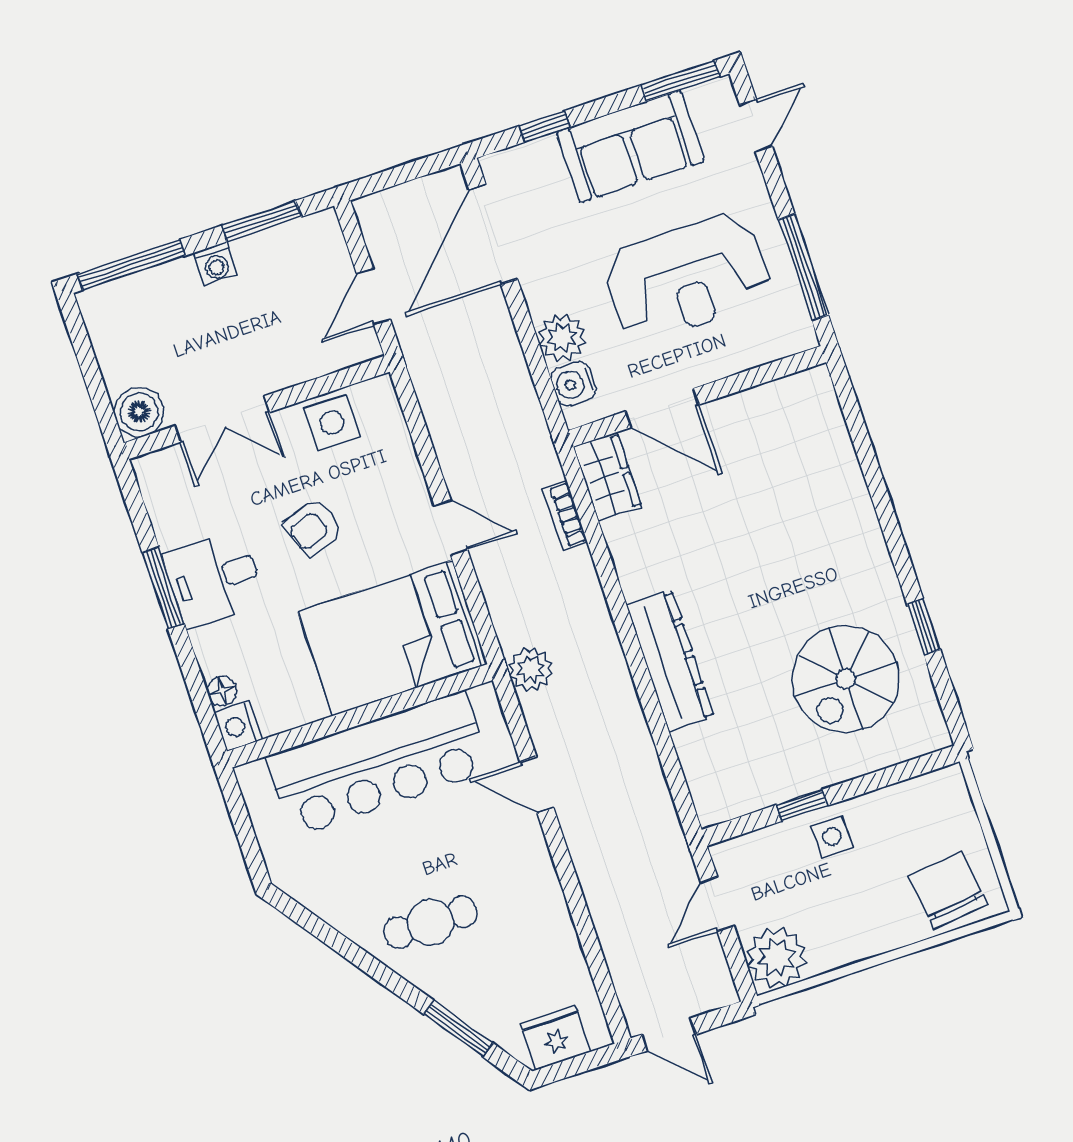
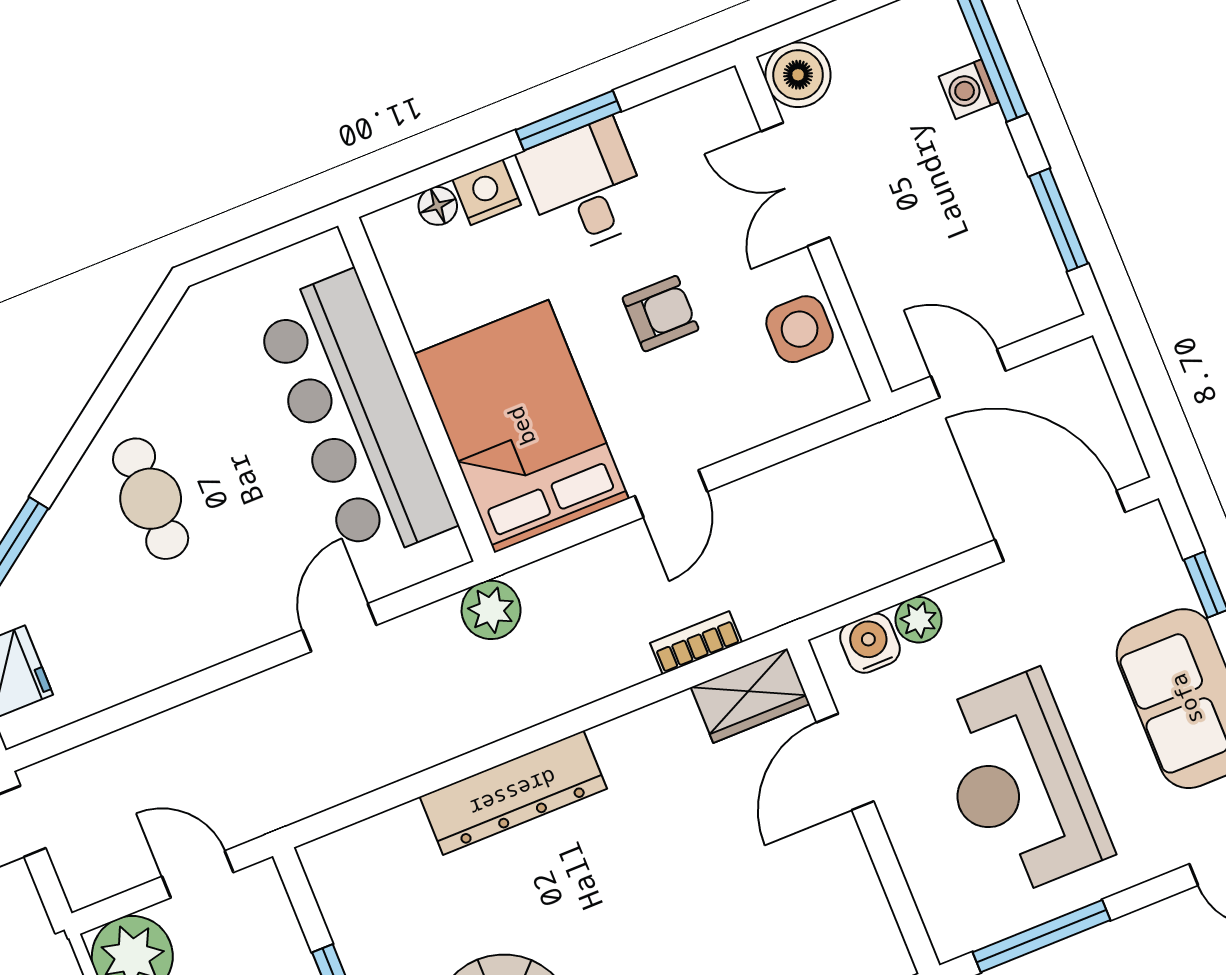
washing machine: (216, 264) -> (969, 89), moved
plant: (562, 338) -> (919, 620), width x0.73, depth x0.73
armchair: (314, 527) -> (661, 314), turned 110
nightstand: (238, 726) -> (487, 192), moved

